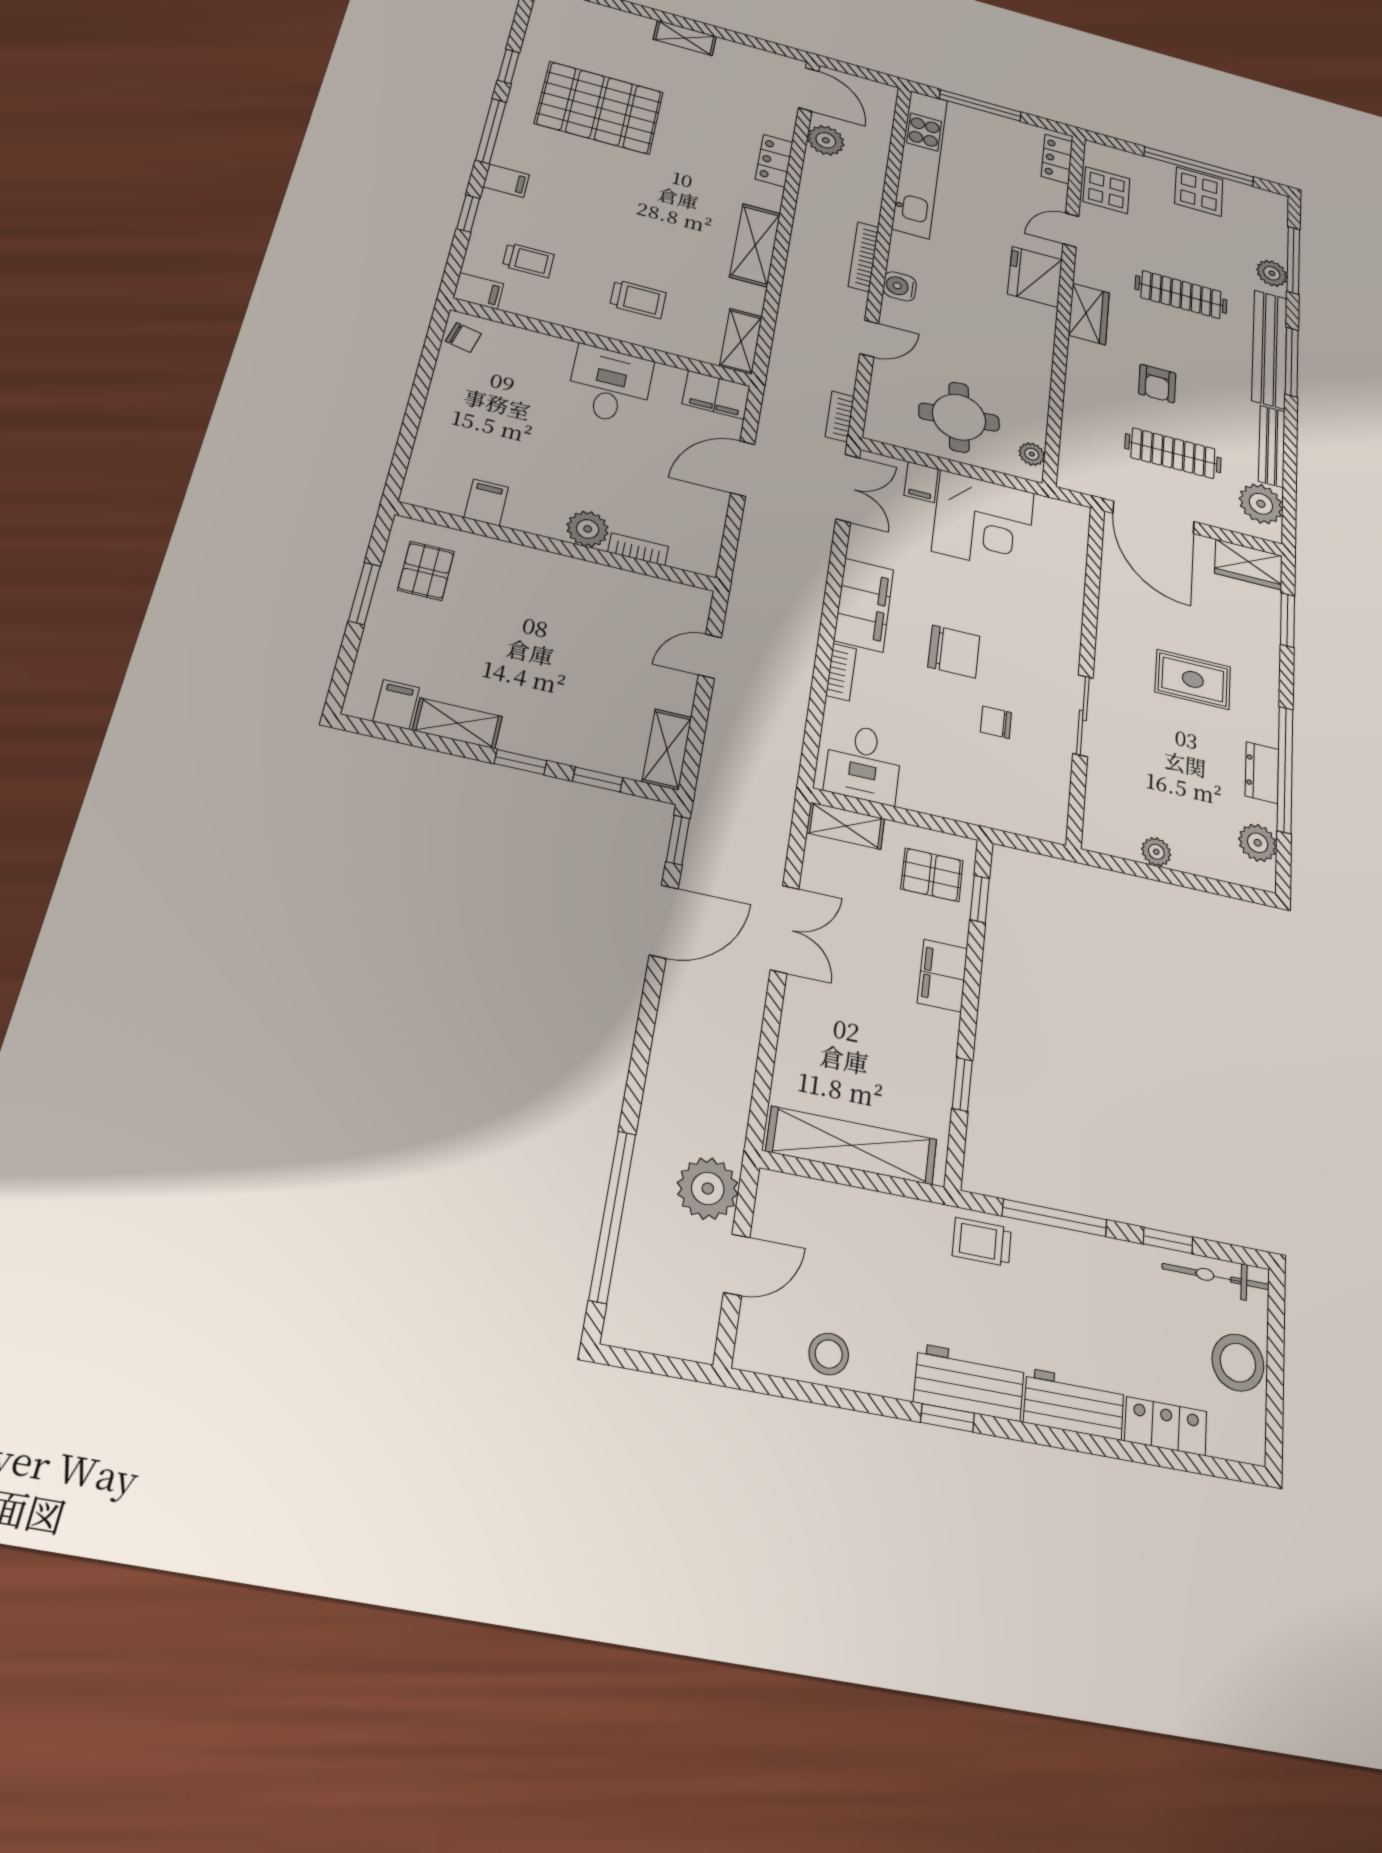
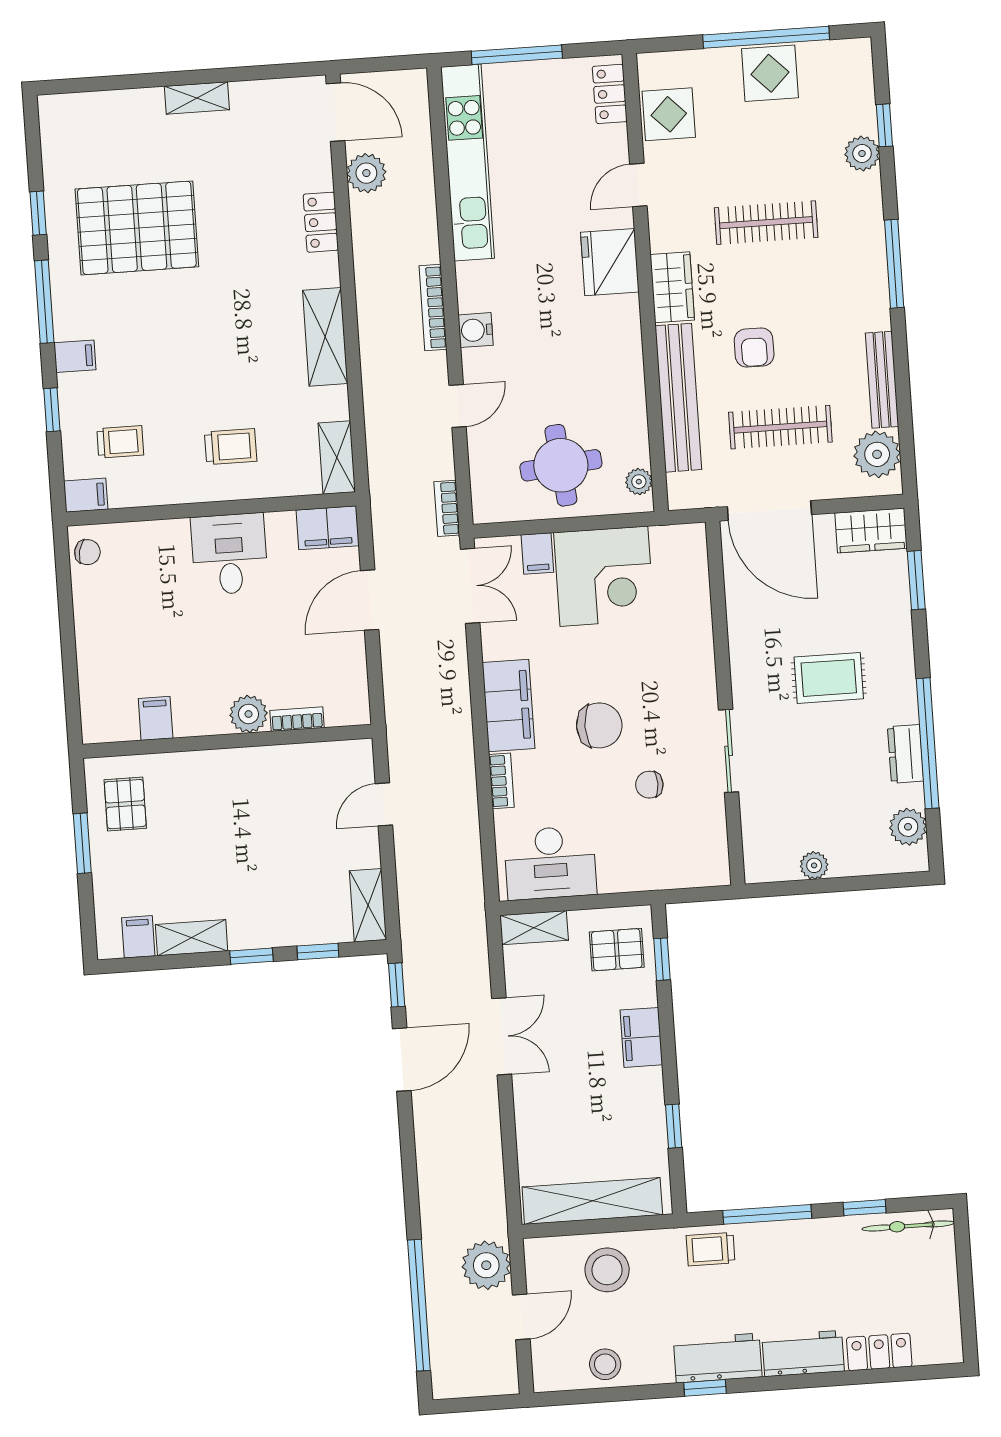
window: (1293, 260) -> (884, 125), width x0.46
bench: (1269, 349) -> (678, 398), moved
desk: (863, 763) -> (550, 863), width x1.37
stool: (1238, 1363) -> (607, 1270), moved

